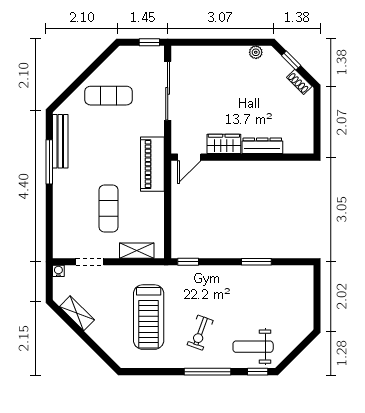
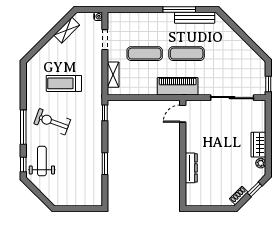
exercise mat: (108, 96) -> (187, 54), moved, turned 90
wardrobe: (224, 144) -> (258, 145), moved, turned 180
door: (189, 157) -> (183, 114), hinge flipped
treadmill: (149, 317) -> (64, 83), width x0.73, depth x0.73
exercise bike: (200, 333) -> (52, 122), width x1.38, depth x1.39

